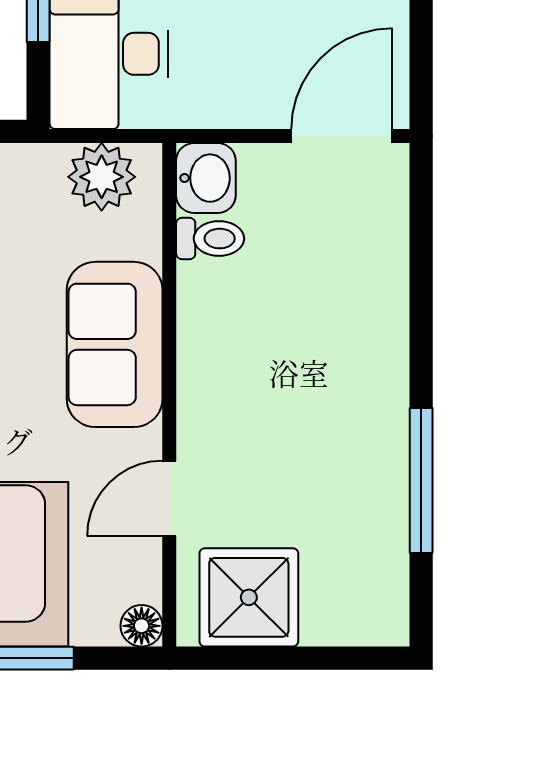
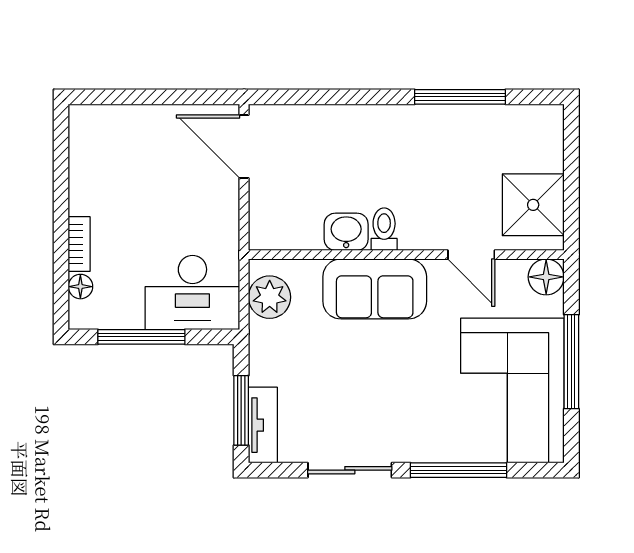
washbasin: (206, 178) -> (346, 232), moved
toilet: (210, 239) -> (384, 229), moved
floor lamp: (142, 626) -> (546, 277), width x1.37, depth x1.37

